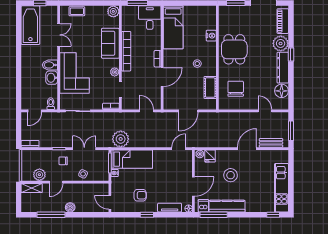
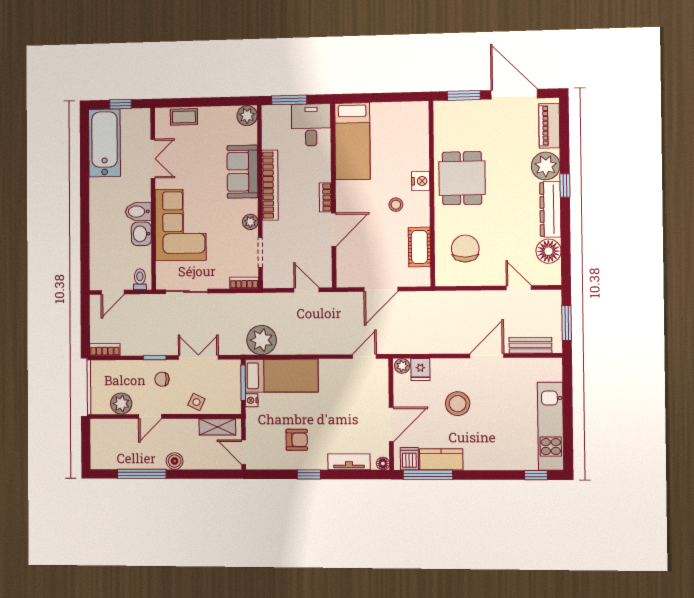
nightstand: (211, 36) -> (421, 181), moved
shelving: (32, 188) -> (217, 427), moved
kitchen counter: (227, 206) -> (441, 459), width x0.67

